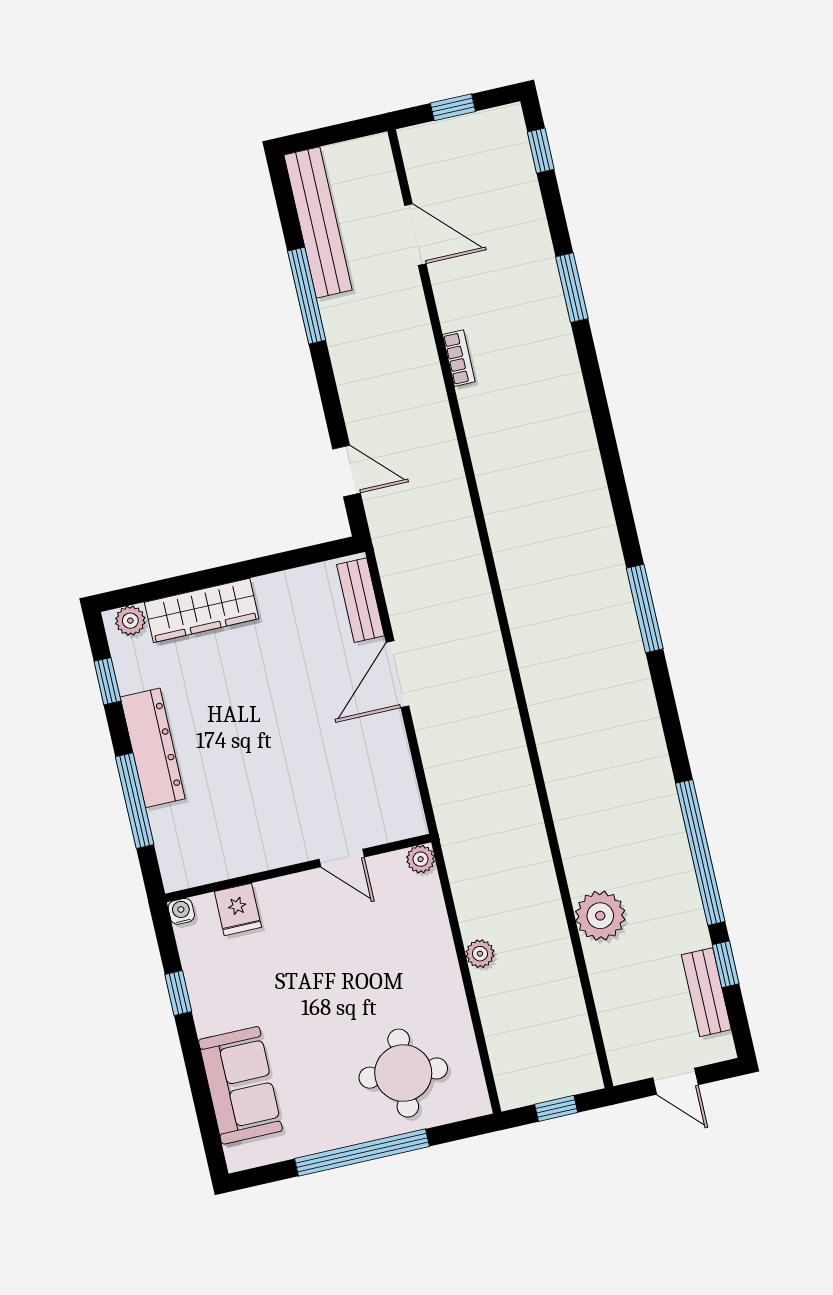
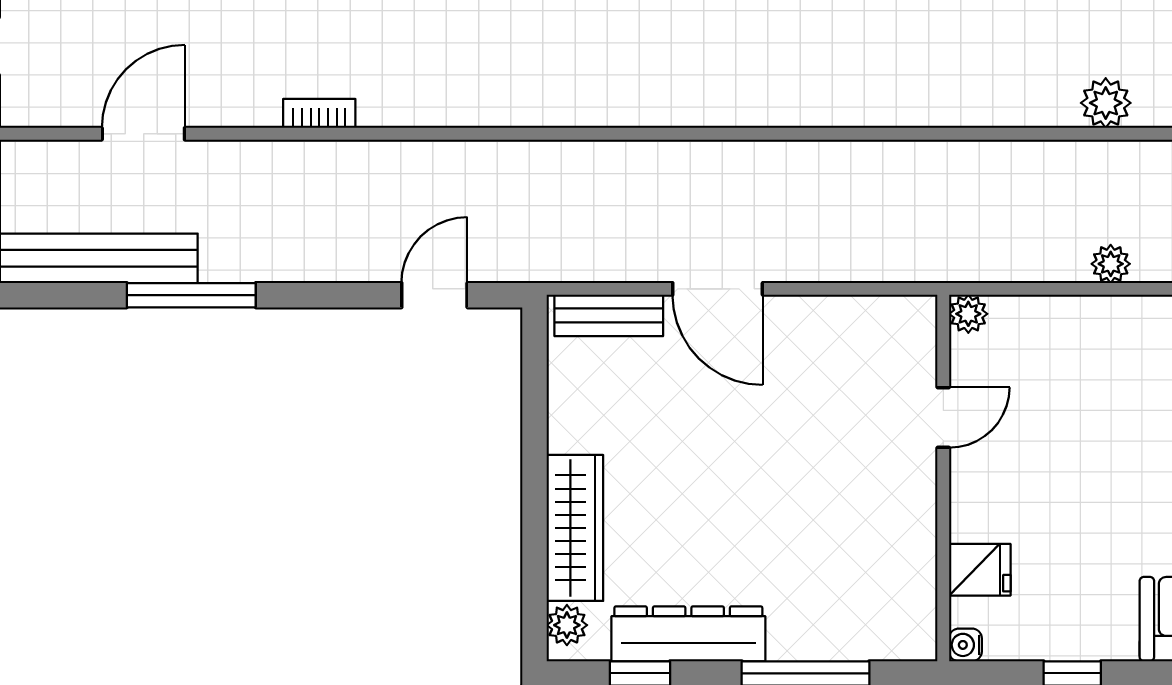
dresser: (153, 748) -> (688, 634), moved
plant: (600, 916) -> (1106, 103), width x0.73, depth x0.73

